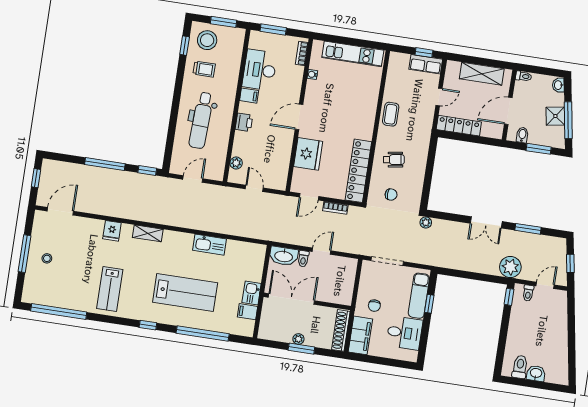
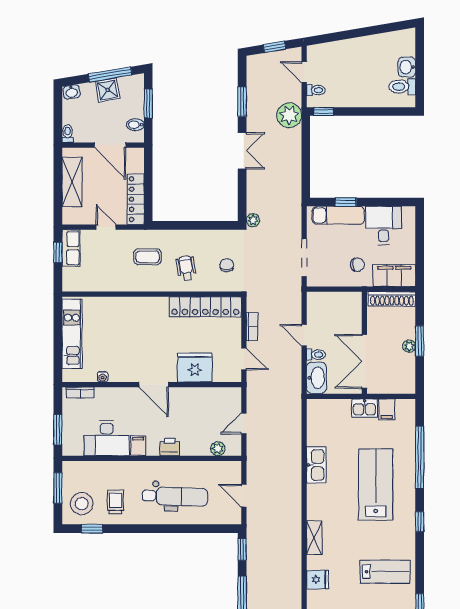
coffee table: (391, 114) -> (147, 257), moved

